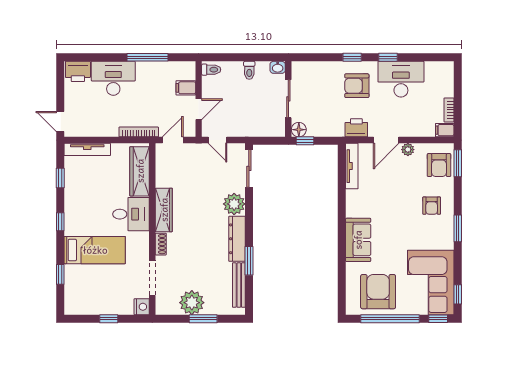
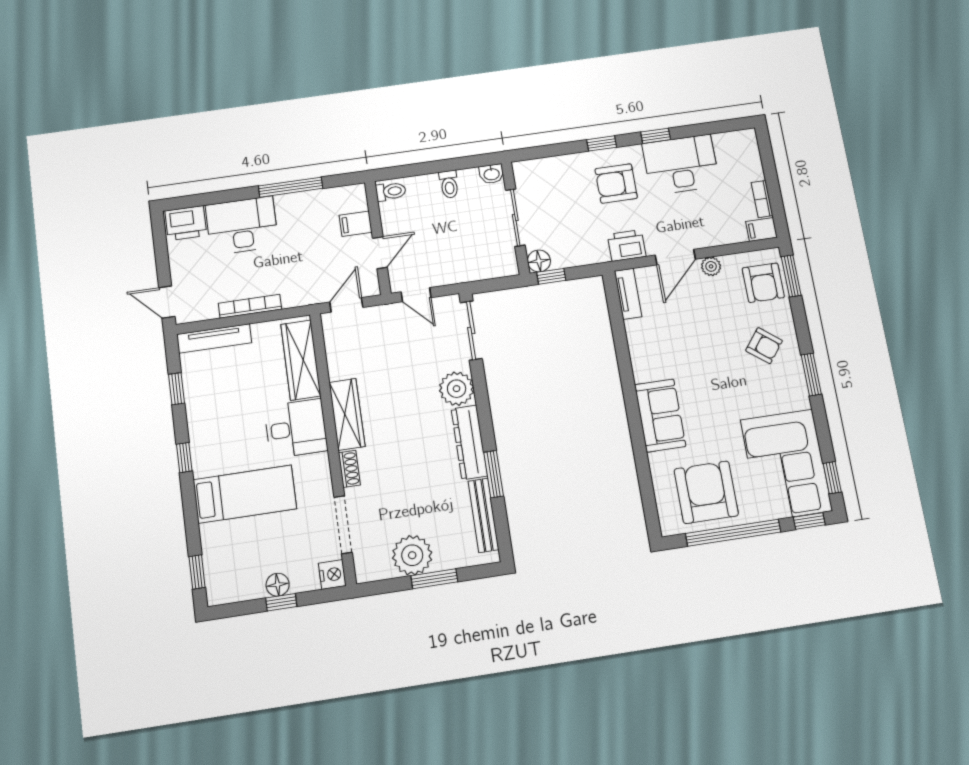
bookcase: (139, 132) -> (250, 306), moved
tv unit: (352, 166) -> (628, 294), width x0.71
armchair: (432, 206) -> (764, 346), turned -52
window: (60, 274) -> (197, 572), moved
floor lamp: (108, 308) -> (278, 585), added

